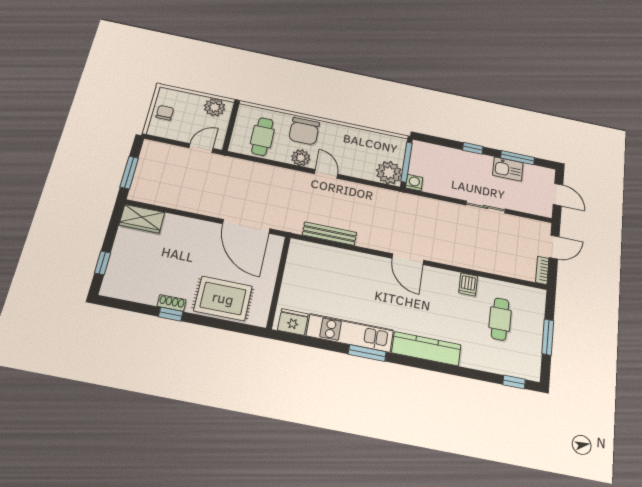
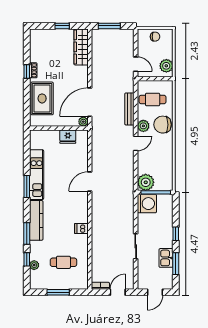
washing machine: (414, 183) -> (147, 204), width x1.89, depth x1.89
wardrobe: (142, 219) -> (81, 47), width x1.50
bench: (329, 234) -> (129, 109), moved
plant: (276, 242) -> (83, 122), added
door: (554, 247) -> (118, 292), swing flipped
door: (408, 259) -> (90, 182), moved
window: (102, 263) -> (62, 26), moved
dishwasher: (468, 284) -> (81, 229), moved
fridge: (293, 322) -> (68, 137), moved, turned 90
plant: (500, 367) -> (34, 265), added
window: (446, 369) -> (27, 234), added
window: (514, 382) -> (27, 259), moved

